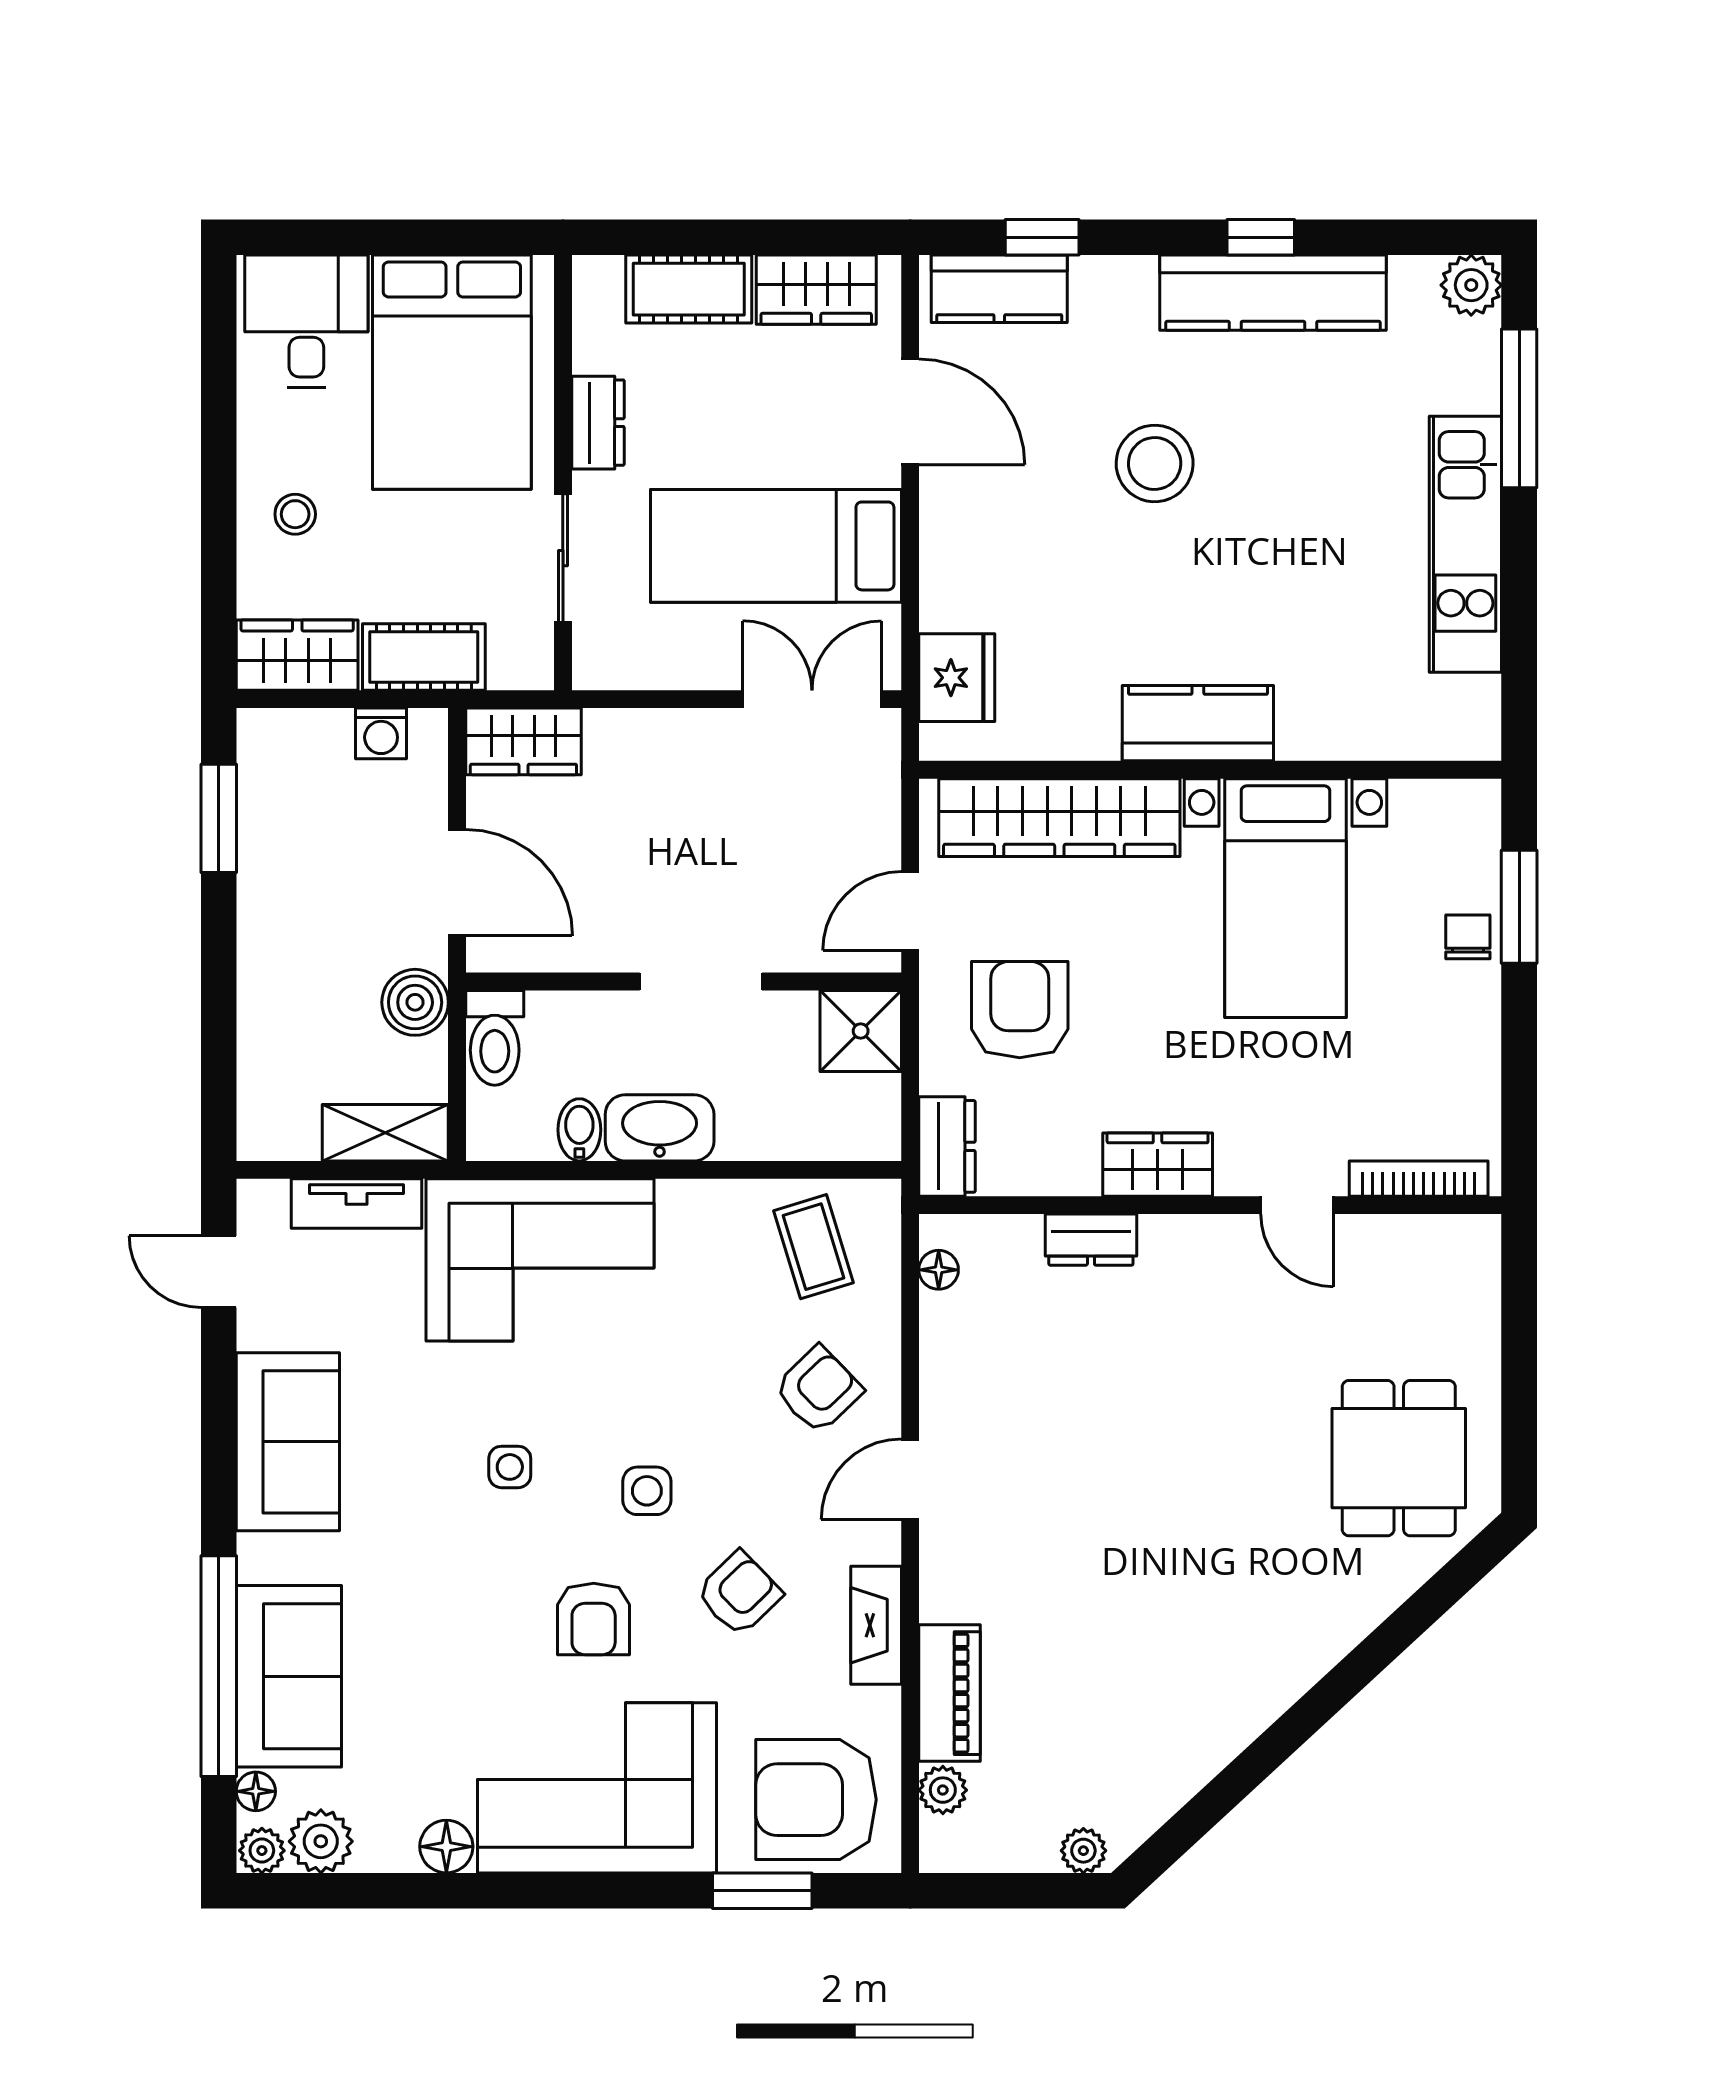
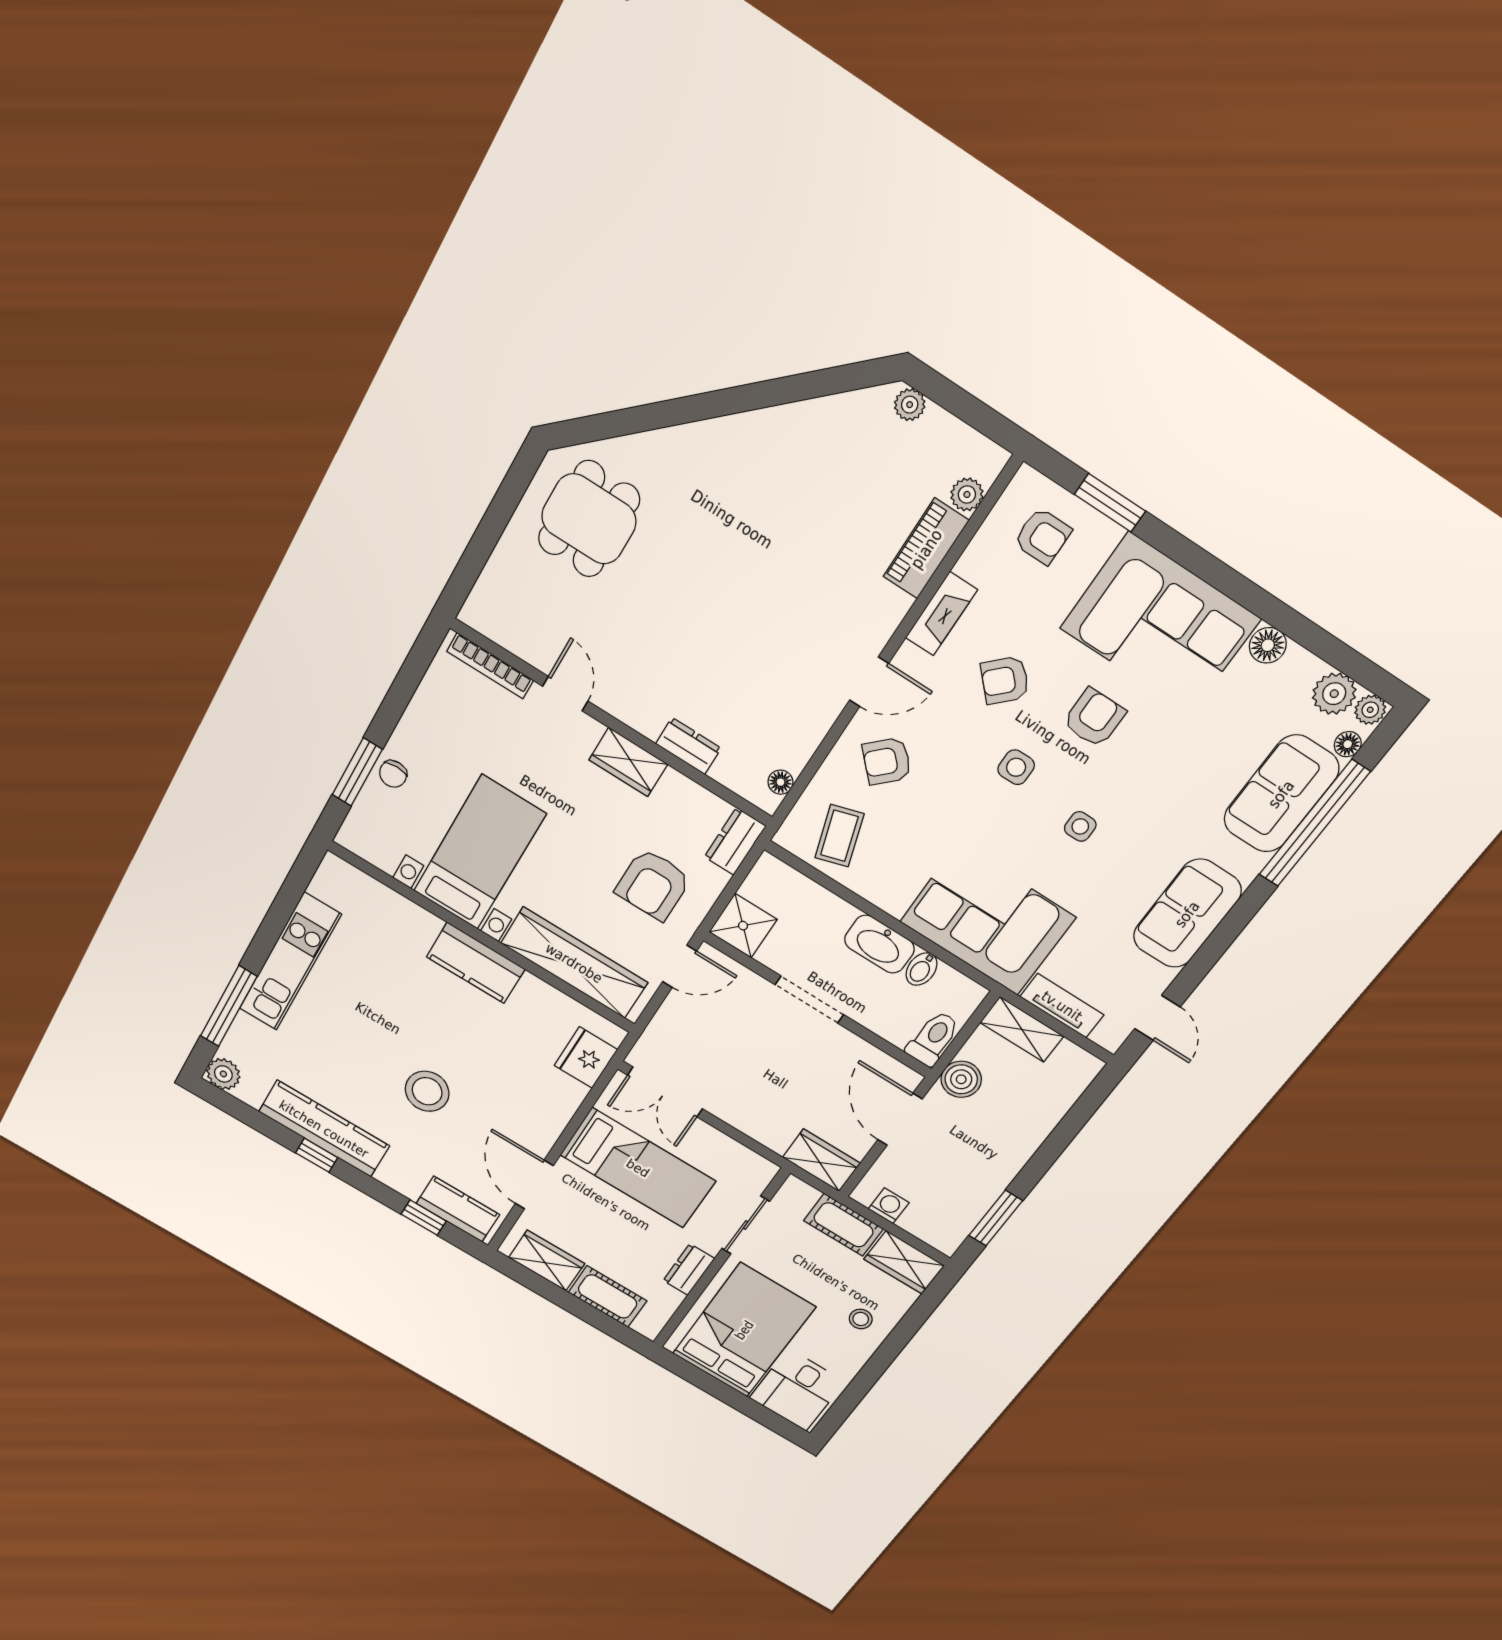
armchair: (816, 1800) -> (1043, 536), width x0.53, depth x0.53

